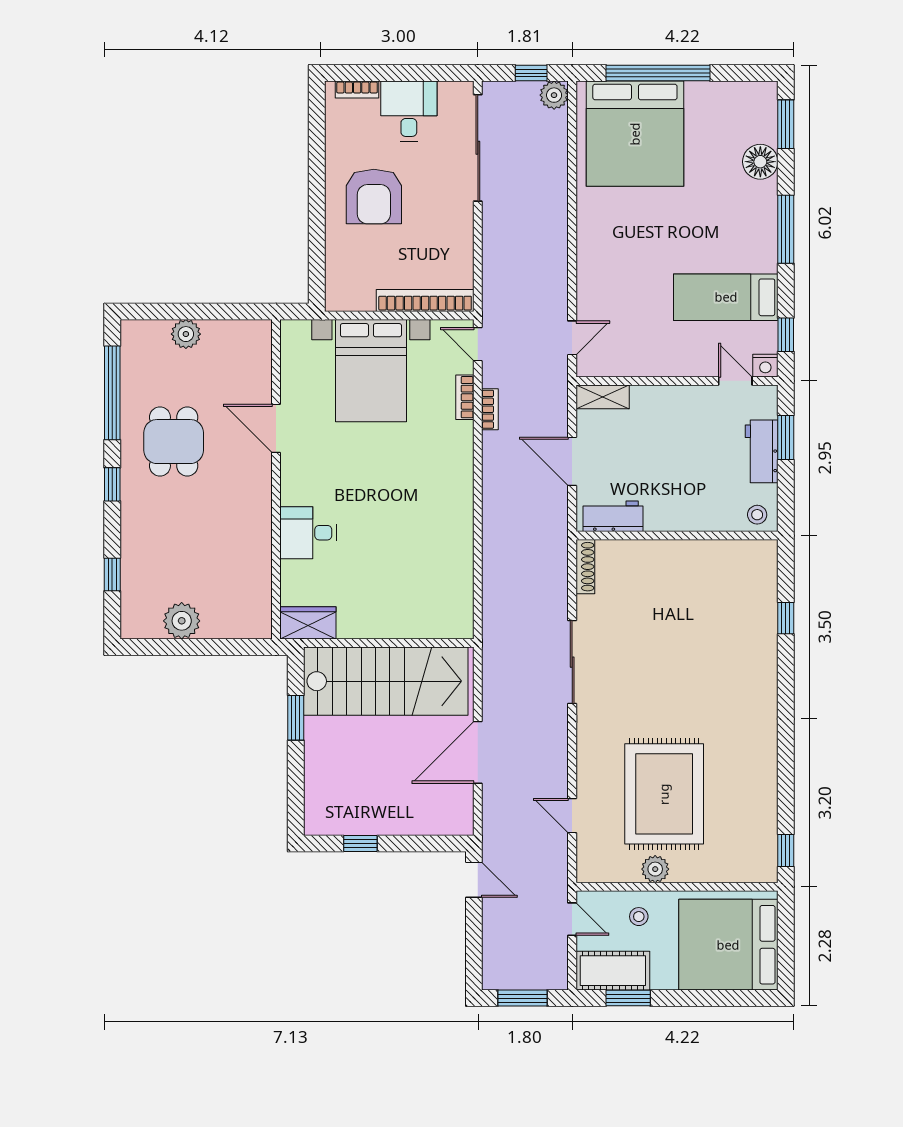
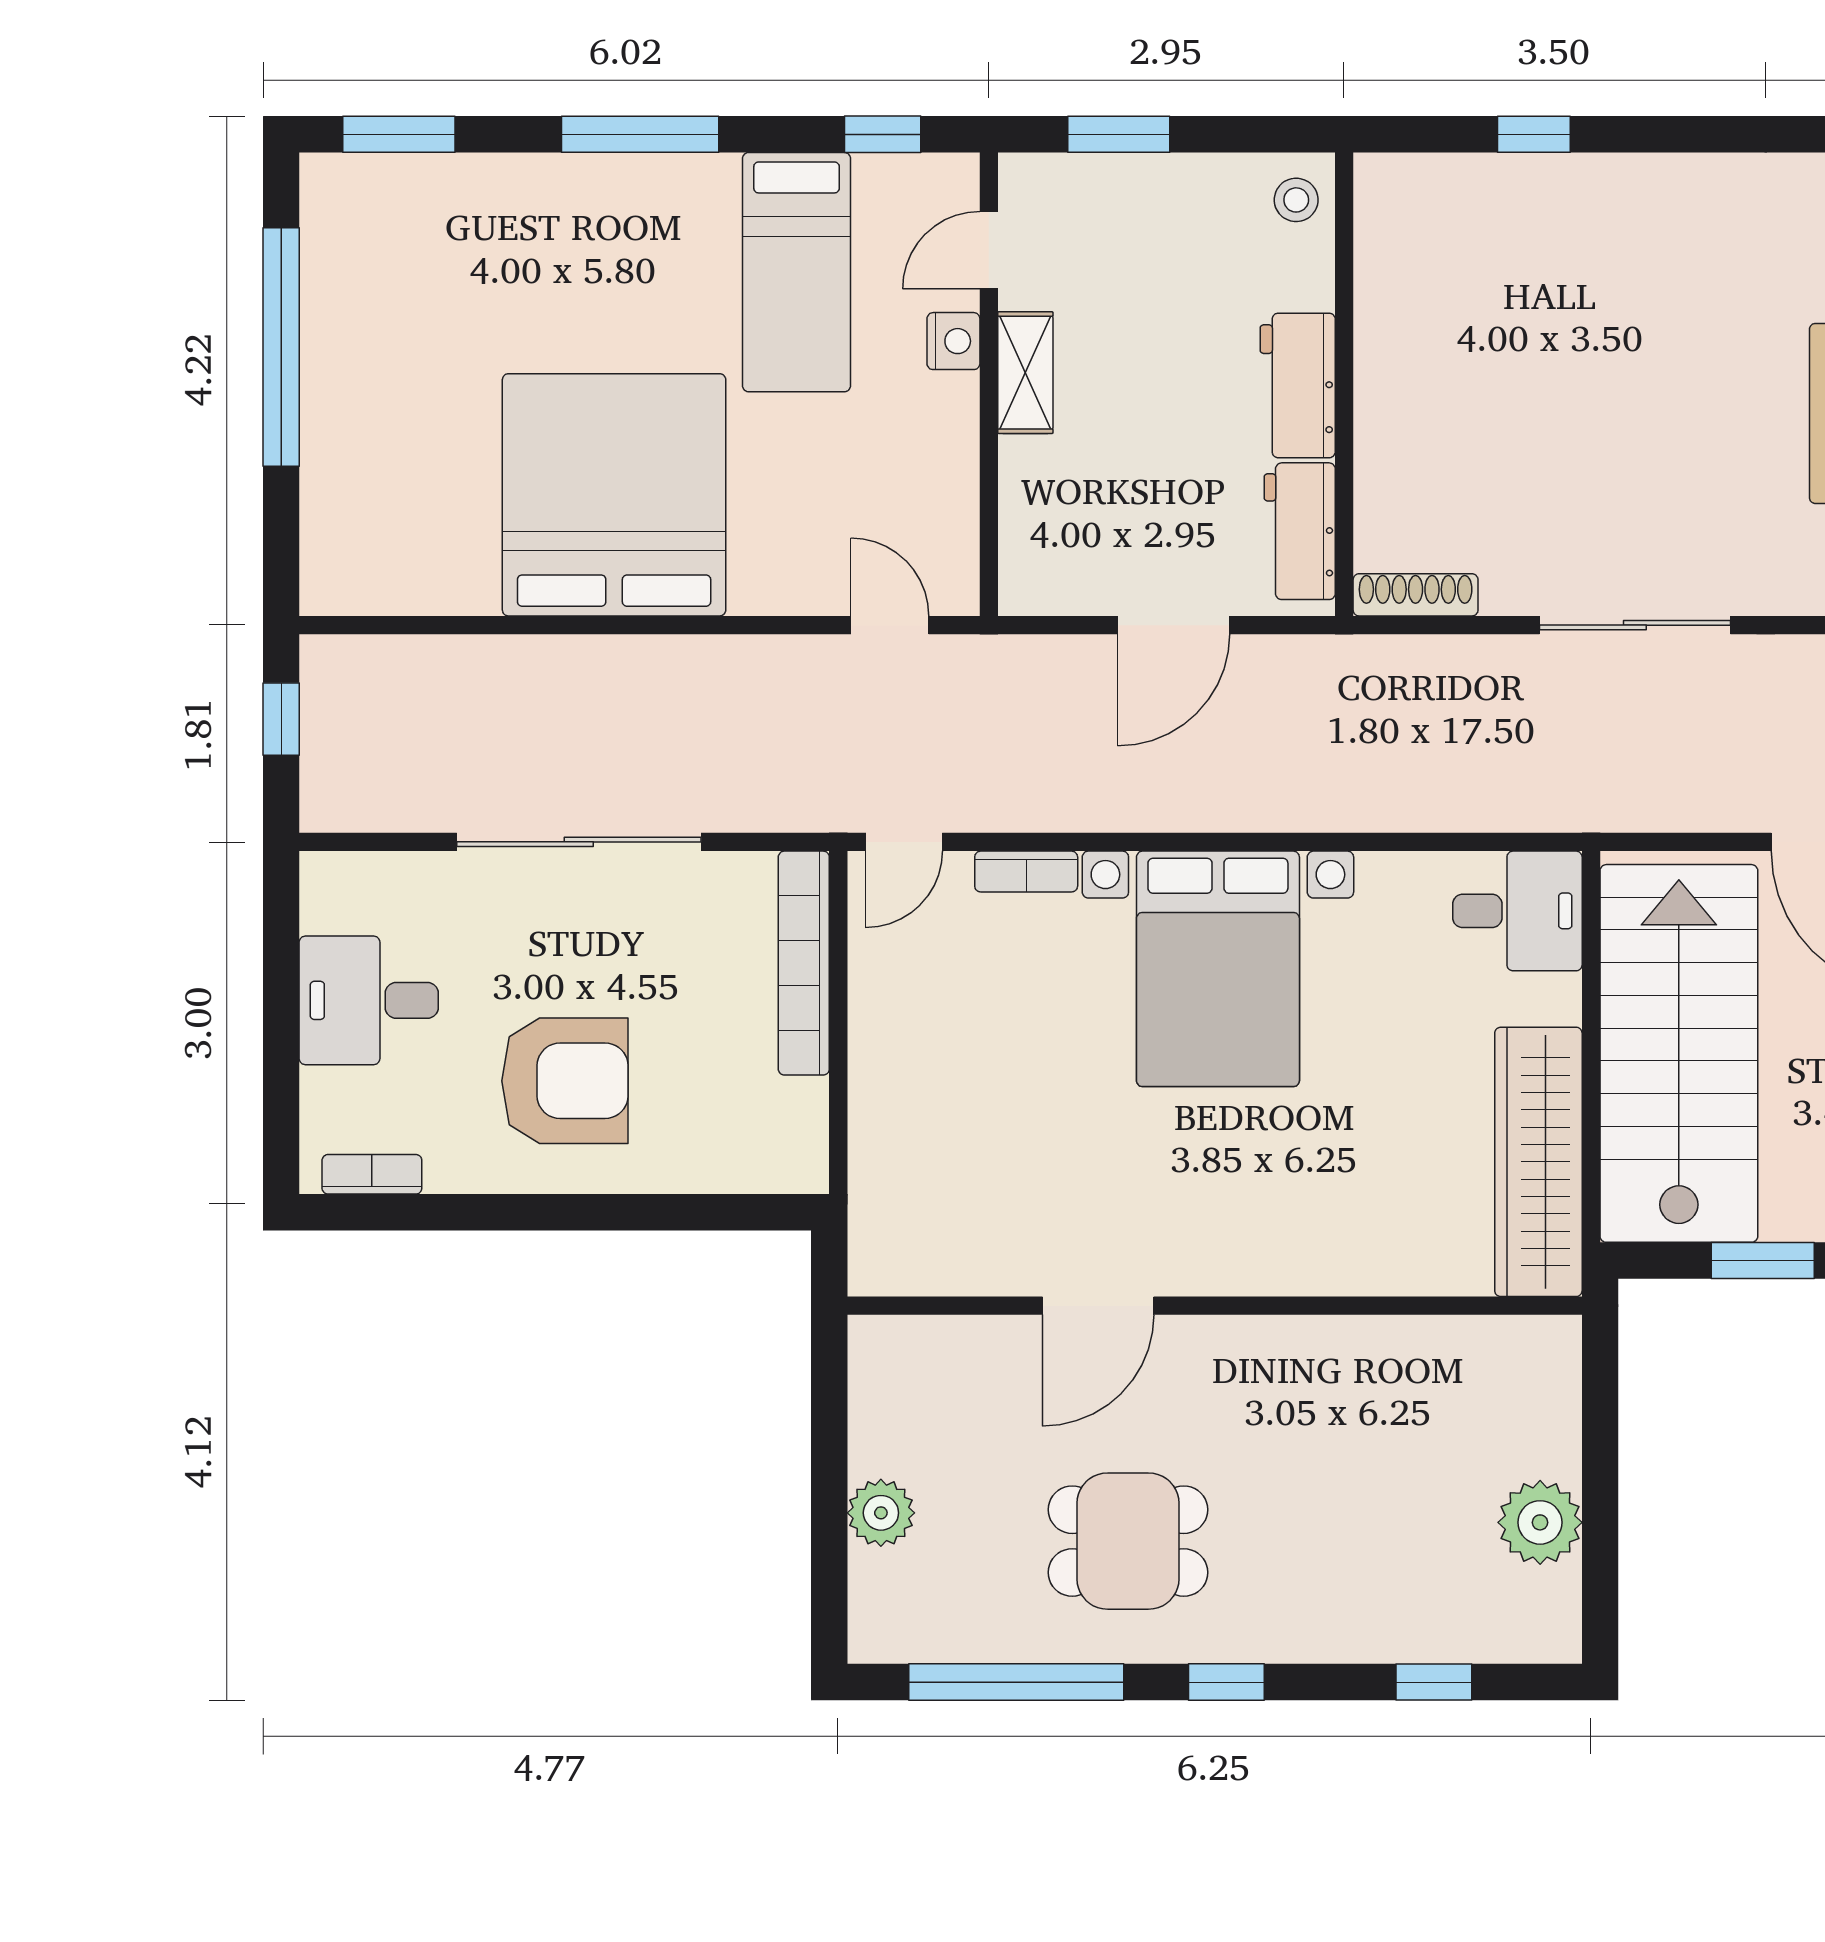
window: (658, 73) -> (281, 347), moved
bookcase: (357, 90) -> (372, 1174), moved, turned -90
plant: (554, 95) -> (332, 667), removed
bed: (635, 134) -> (614, 495), moved, turned -90
sliding door: (478, 148) -> (579, 842), moved
floor lamp: (760, 162) -> (485, 193), removed
nightstand: (765, 366) -> (953, 341), moved
bed with nightstands: (371, 371) -> (1218, 969), moved, turned 90
shelving: (603, 397) -> (1025, 373), moved
bookcase: (490, 409) -> (1054, 814), removed
workbench: (762, 451) -> (1298, 385), moved, turned 90
desk: (308, 533) -> (1517, 911), moved, turned -90
wardrobe: (308, 623) -> (1538, 1162), width x2.10, depth x1.17

